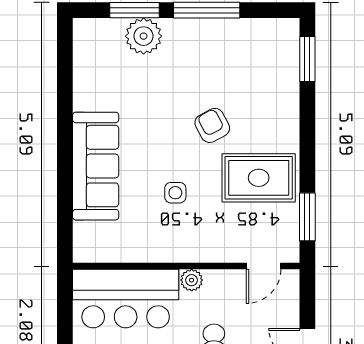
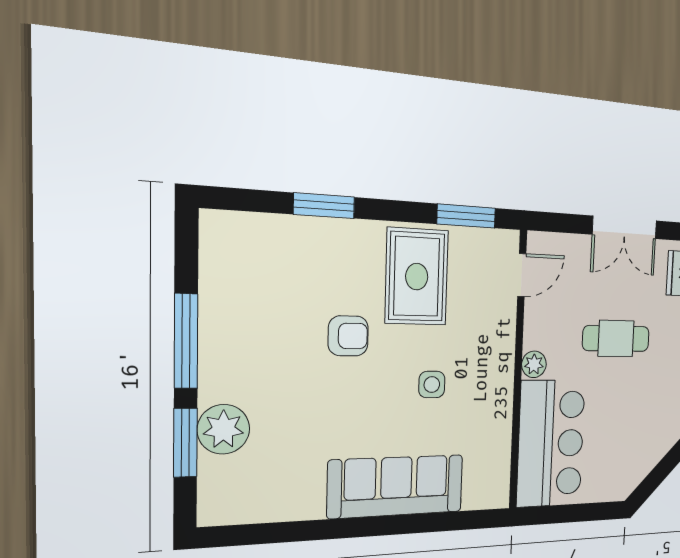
window: (307, 59) -> (324, 206), moved
armchair: (212, 125) -> (348, 336), turned -152
door: (264, 266) -> (522, 275), hinge flipped

